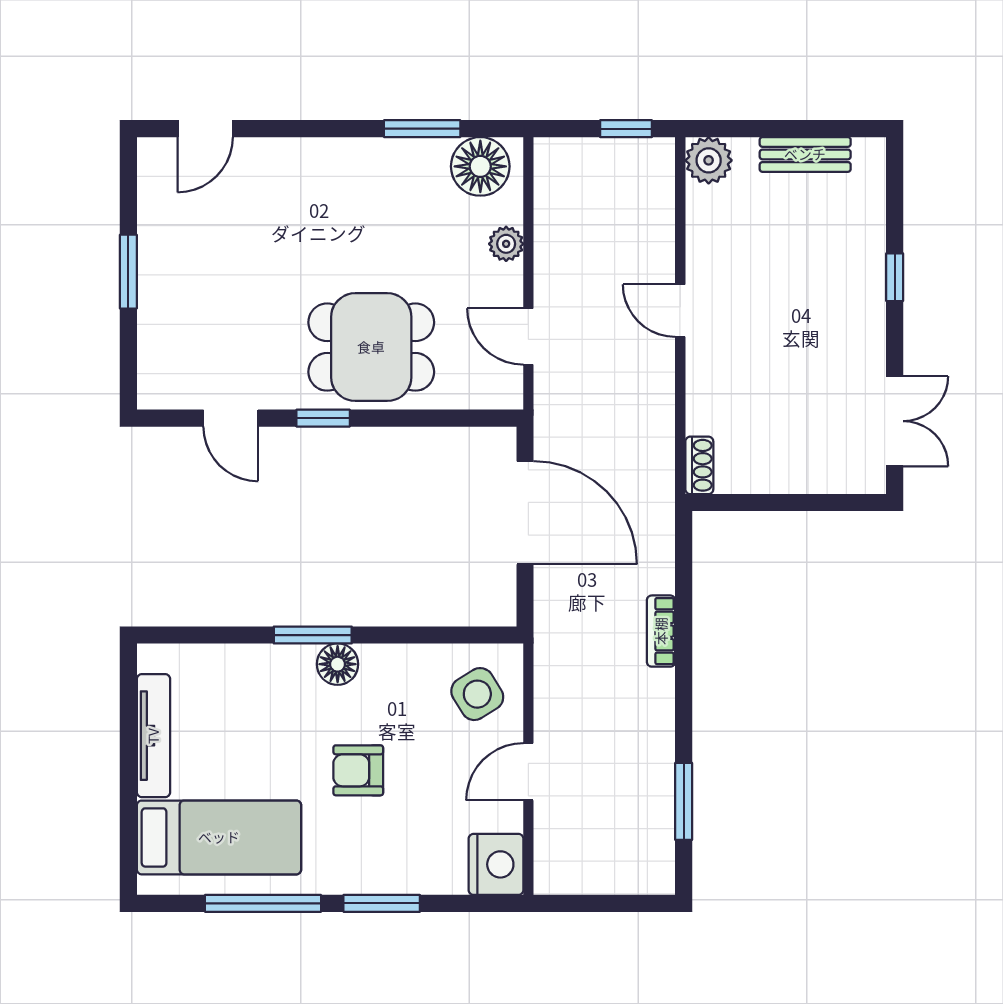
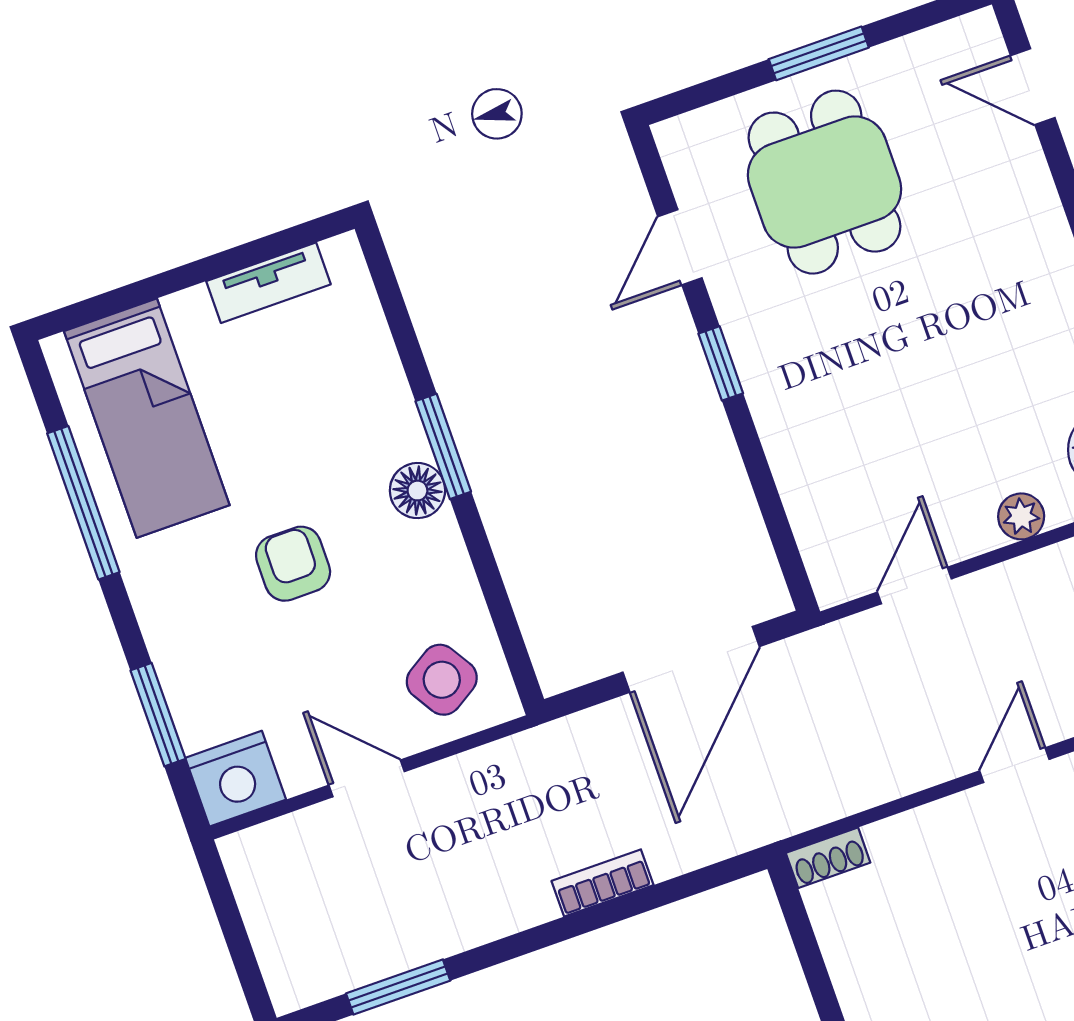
dining table: (371, 347) -> (824, 182), moved
tv unit: (153, 736) -> (268, 283), width x0.71
window: (382, 903) -> (158, 715), moved

